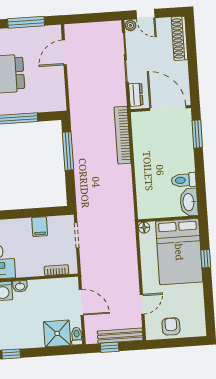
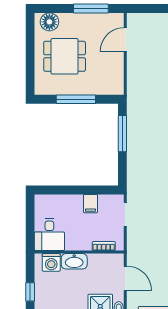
washbasin: (20, 286) -> (74, 261), width x1.91, depth x1.45

